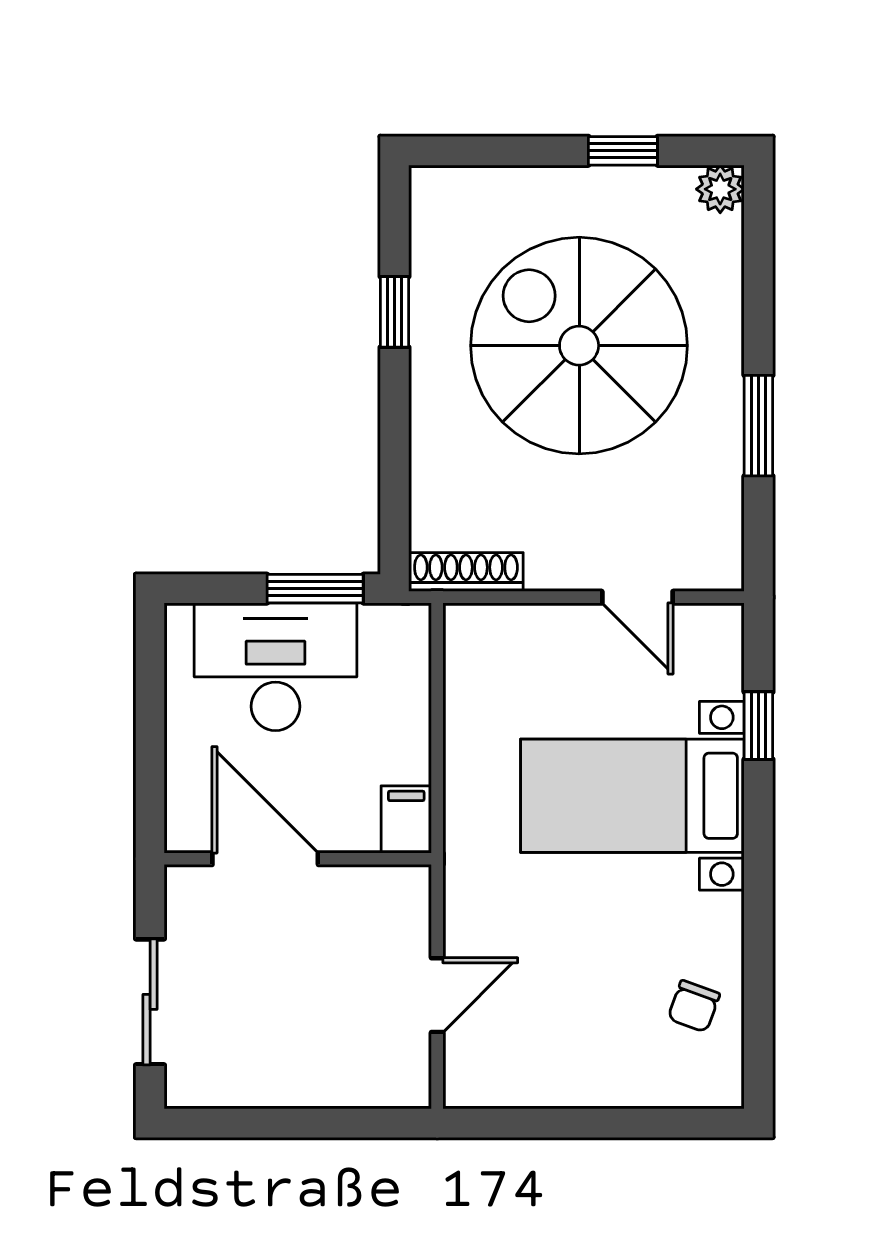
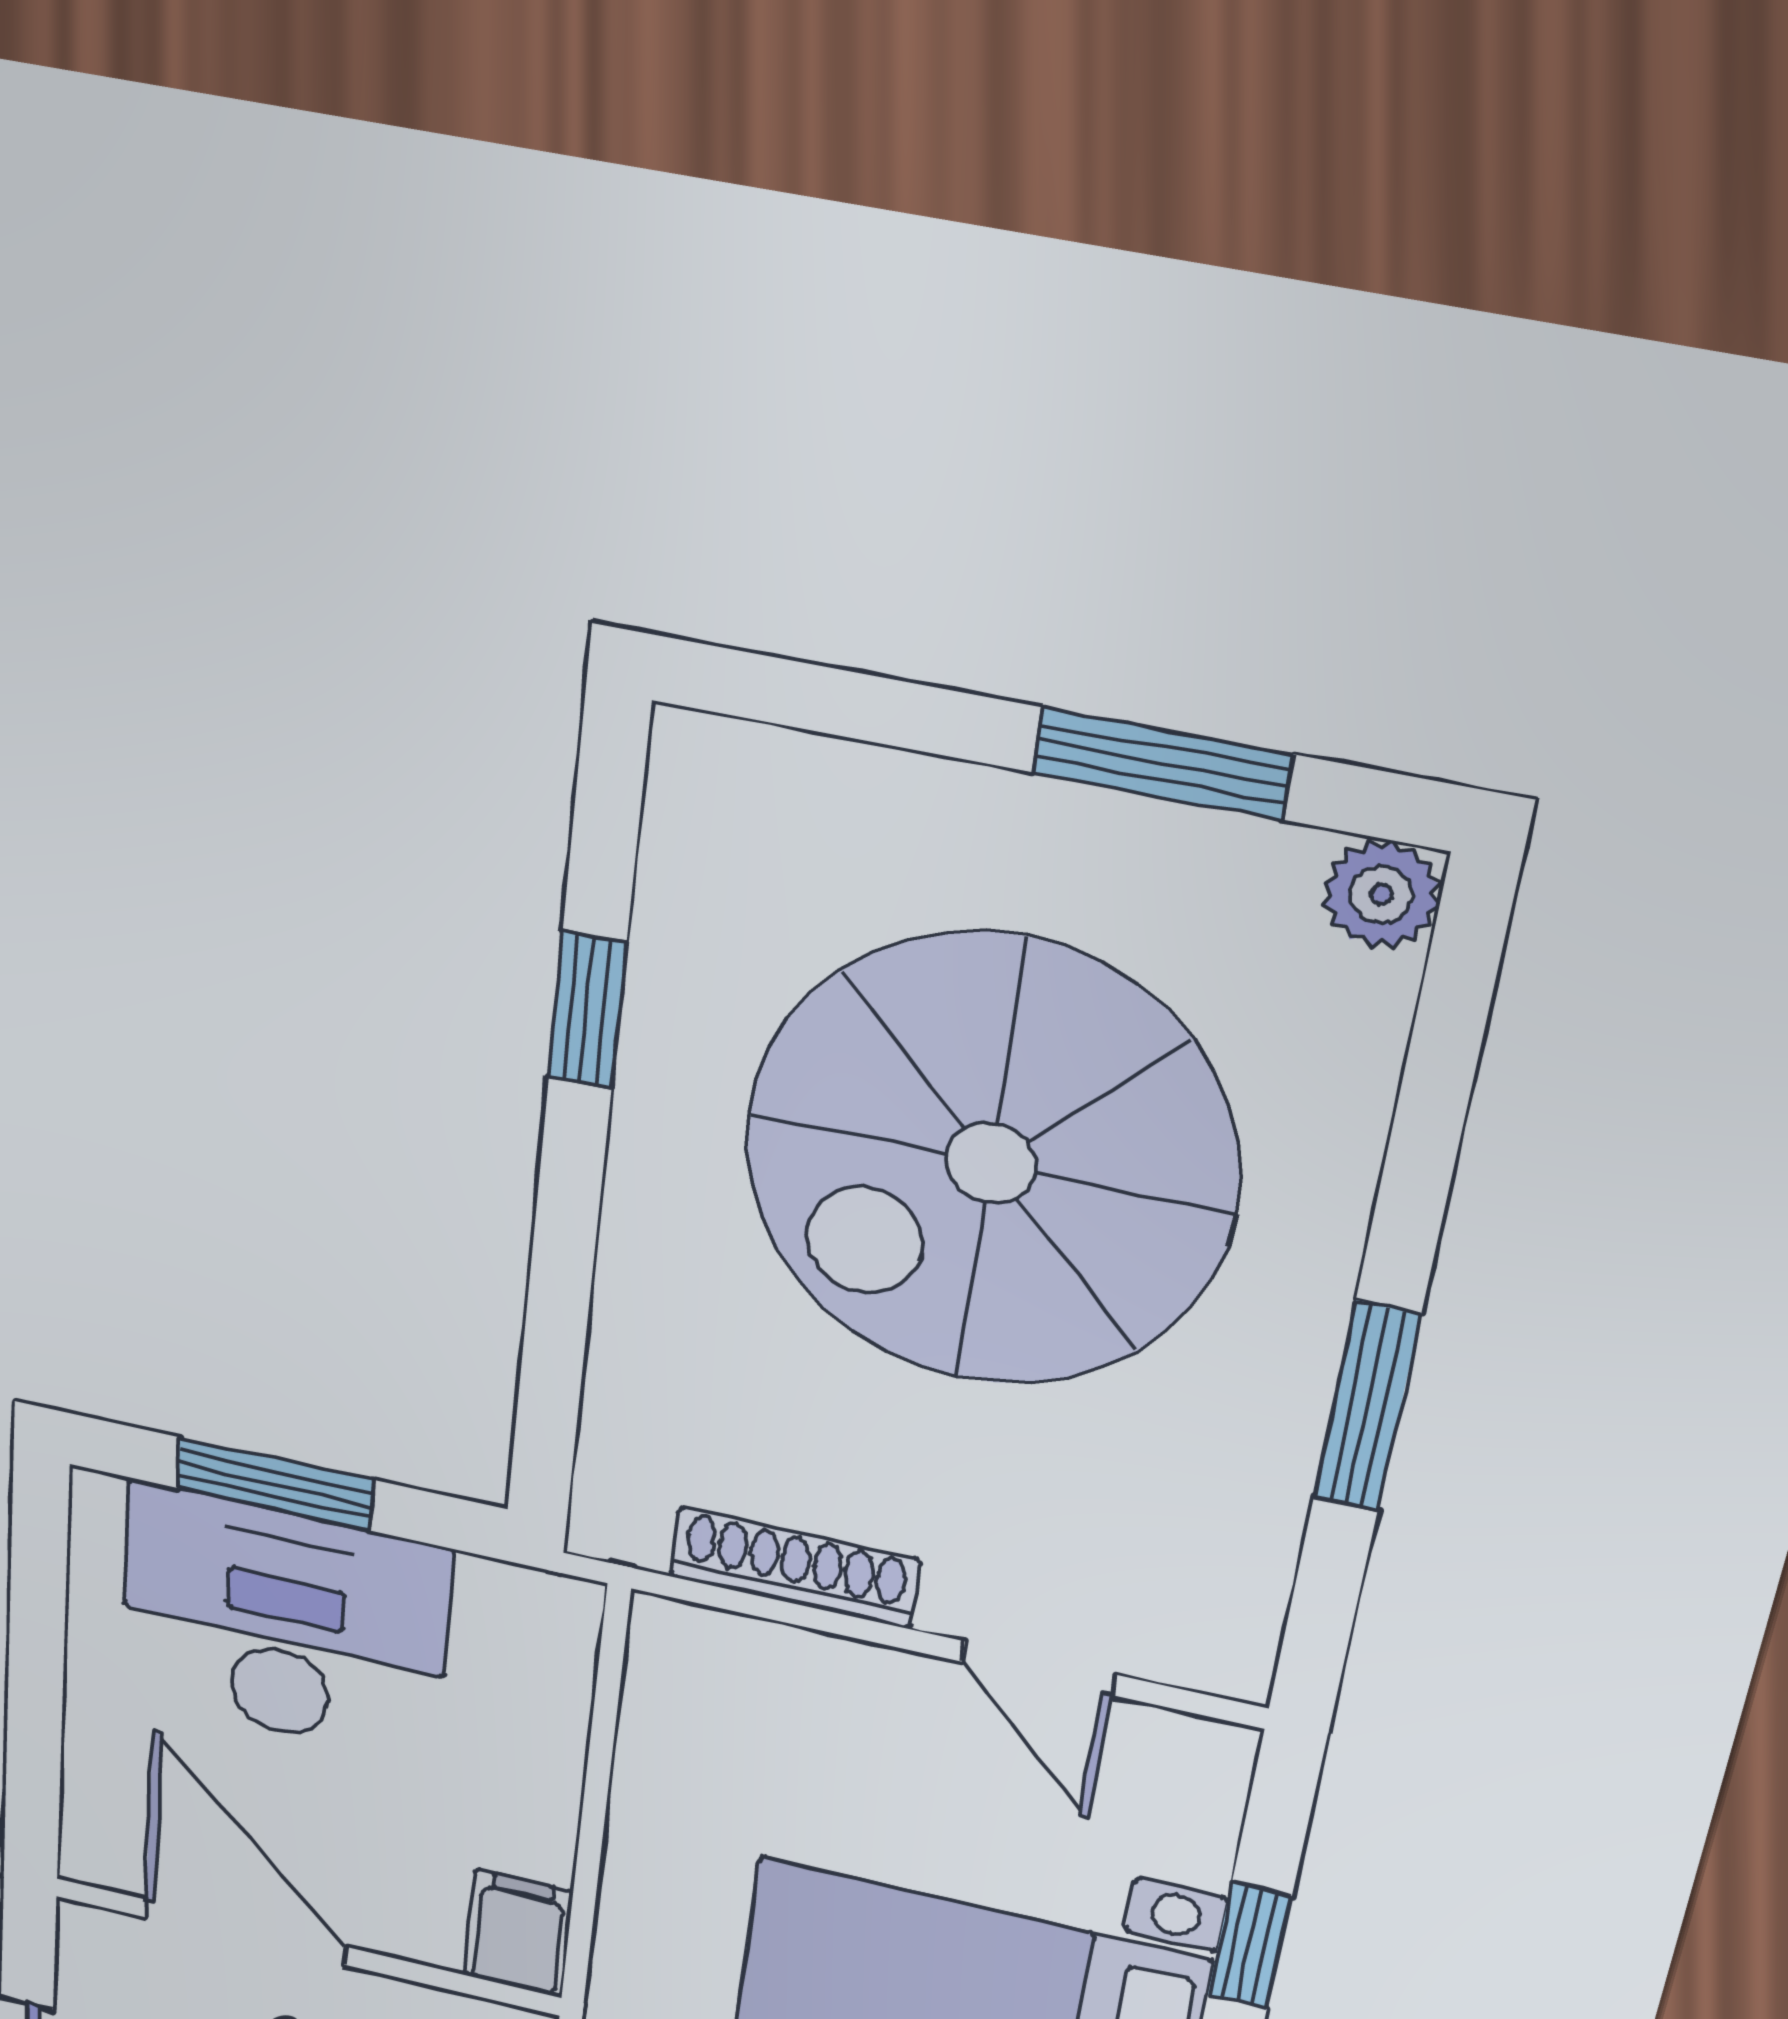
window: (623, 151) -> (1162, 763), width x1.50
spiral stairs: (579, 346) -> (991, 1163), turned -90
shoe rack: (466, 572) -> (795, 1568), moved
window: (315, 589) -> (275, 1484), moved

